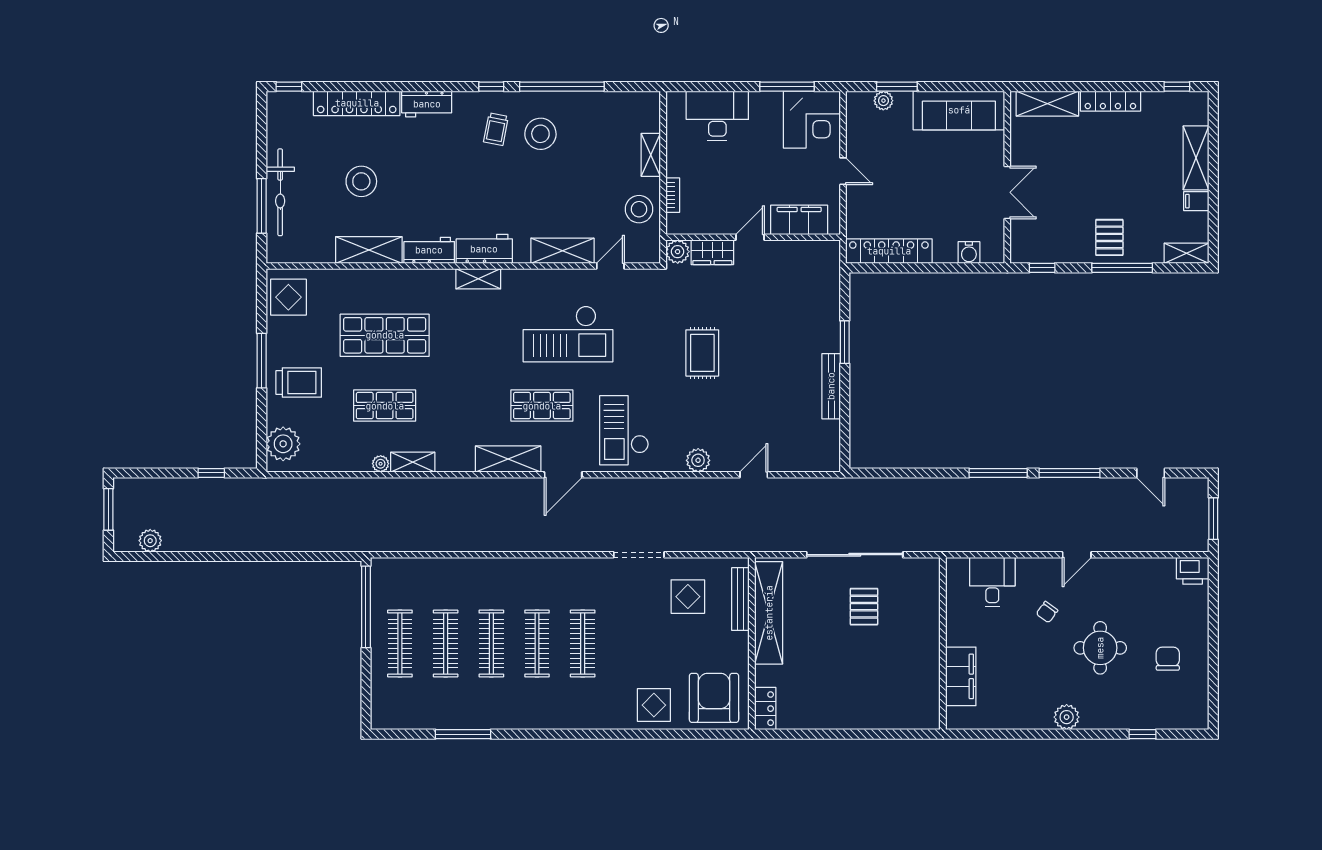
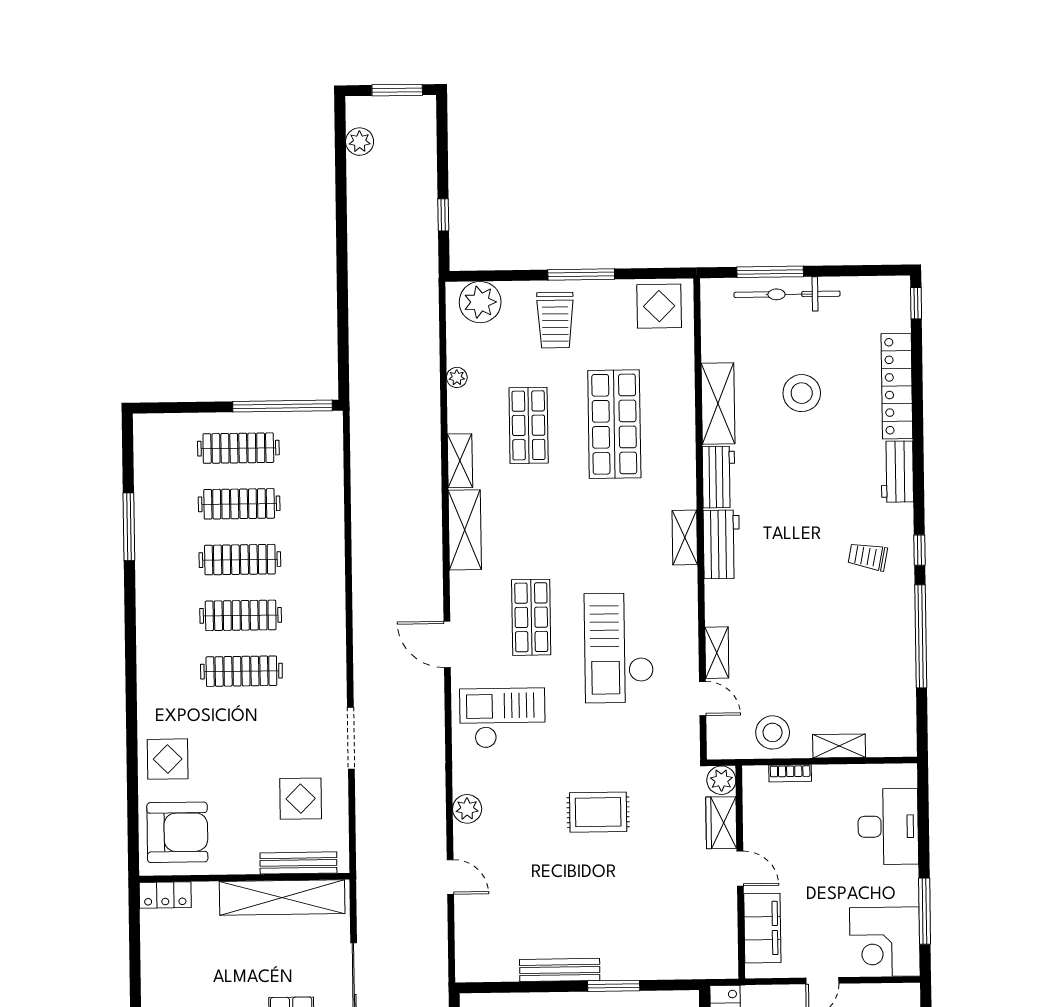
stool: (540, 134) -> (863, 611), removed
shelving: (562, 251) -> (717, 653), width x0.67, depth x0.75
shelving: (508, 459) -> (465, 530), moved
plant: (381, 464) -> (457, 377), moved

